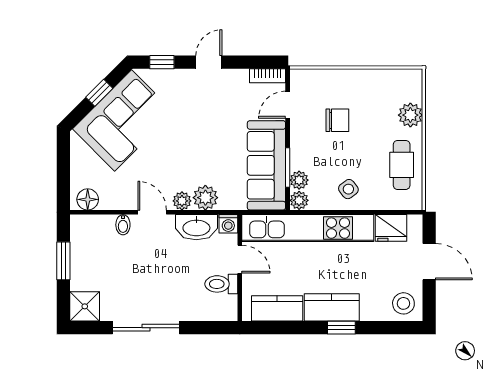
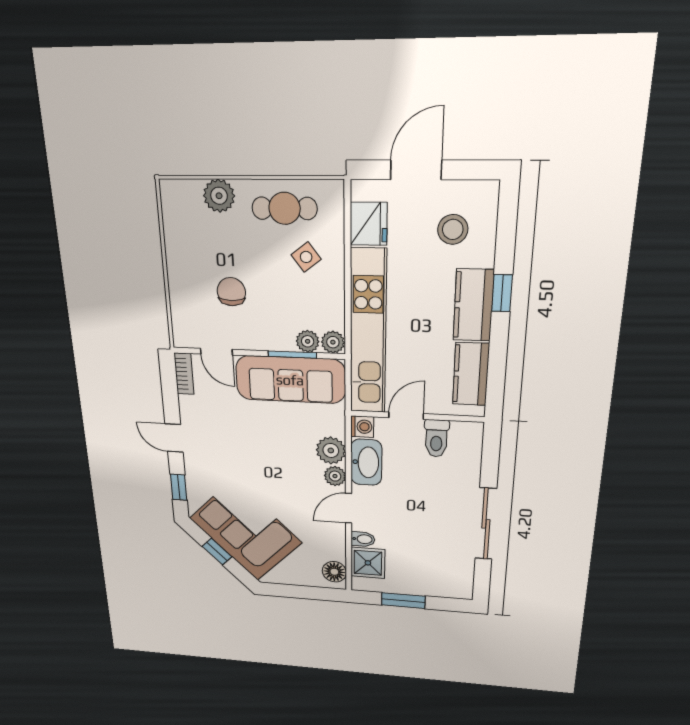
side table: (348, 189) -> (306, 257), moved
stool: (403, 303) -> (453, 229), moved
shower: (85, 306) -> (368, 563), moved

